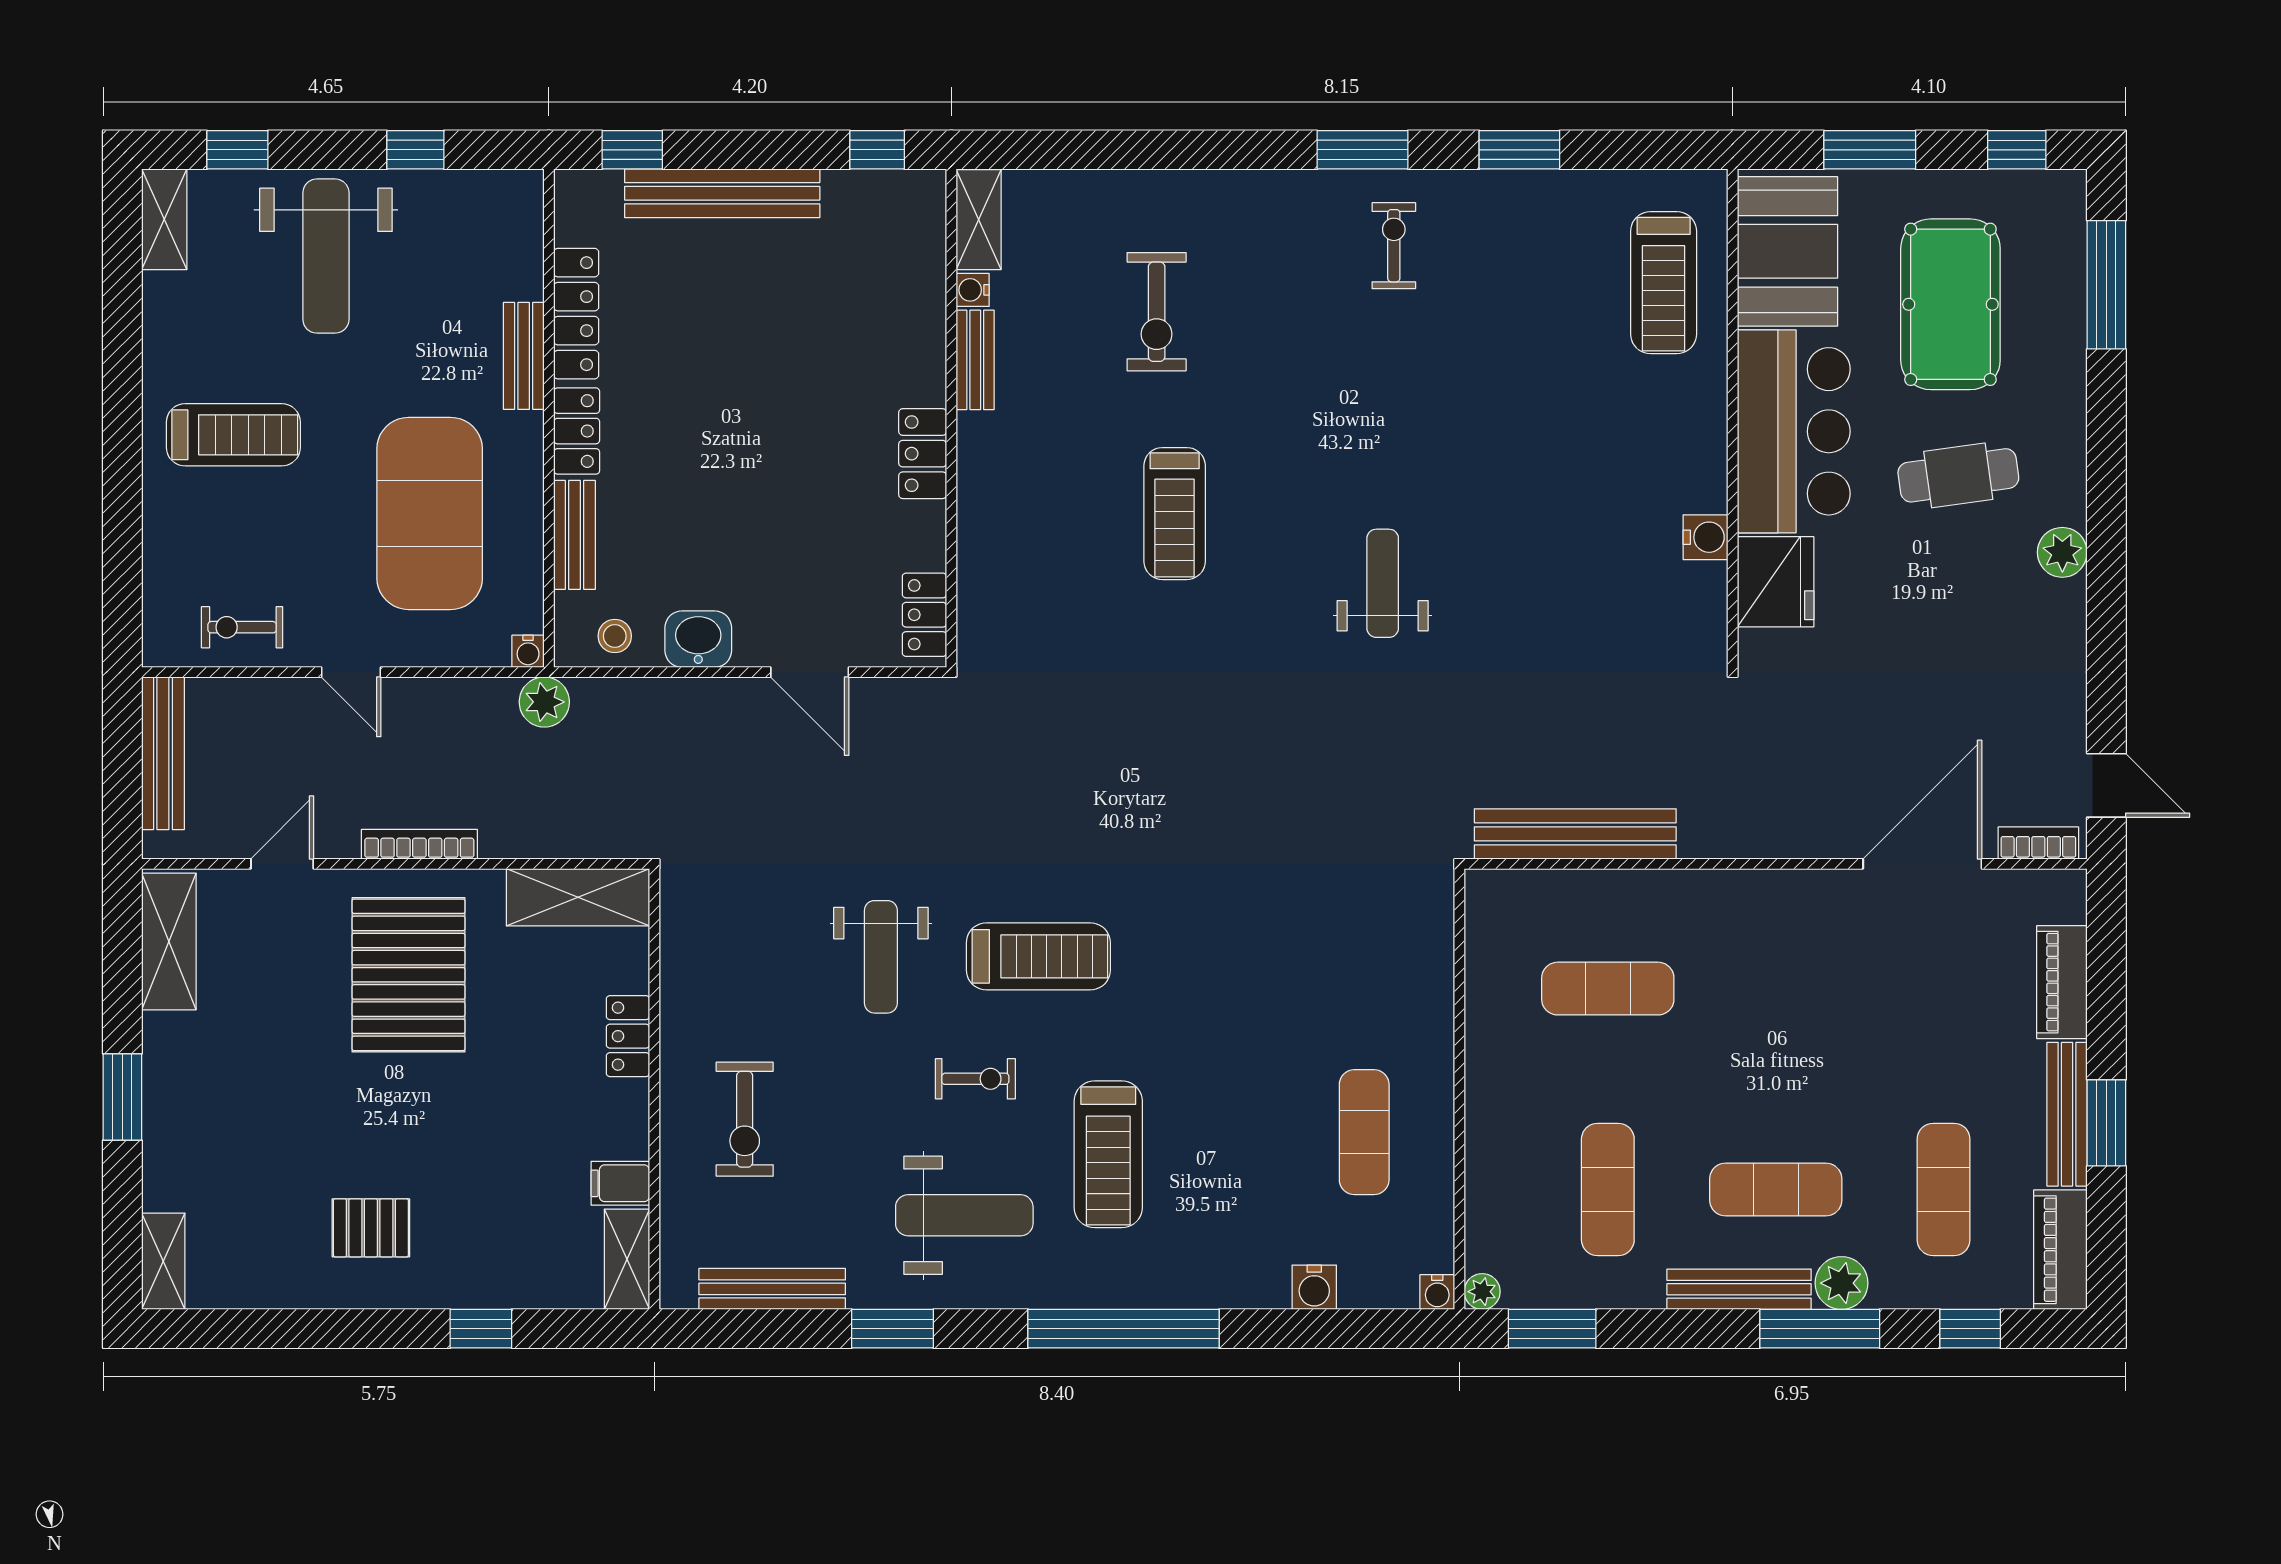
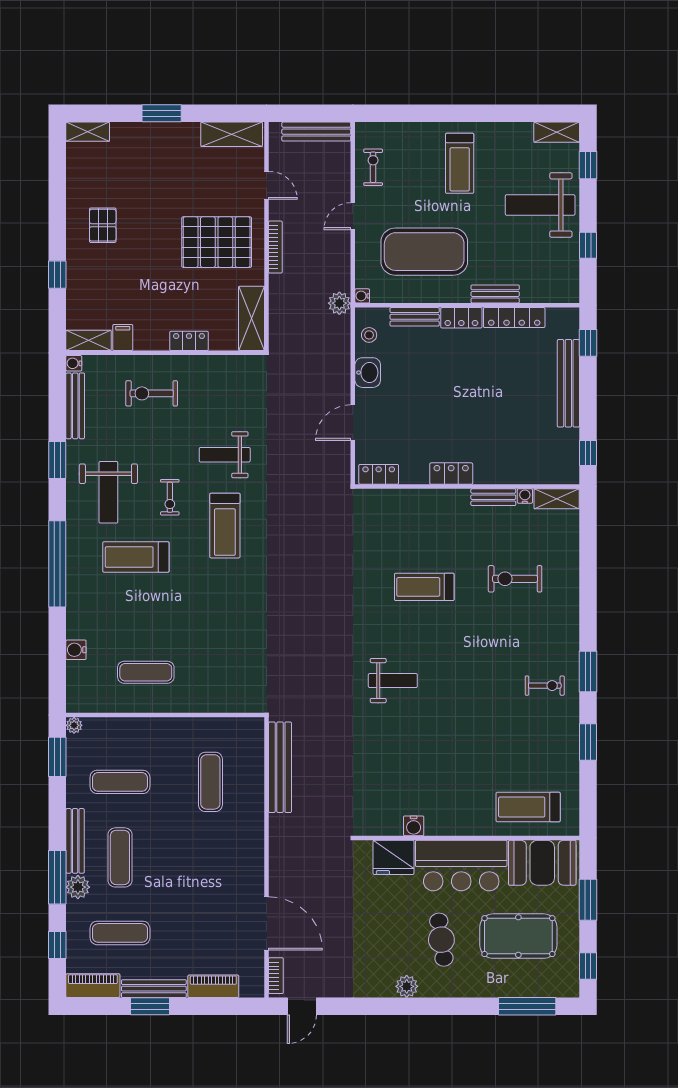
water cooler: (1437, 1292) -> (74, 363), moved

